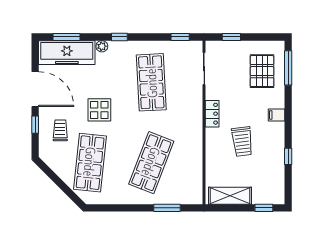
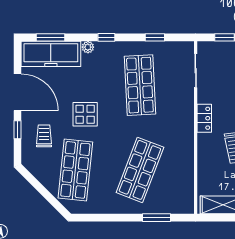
window: (180, 37) -> (155, 37), moved

